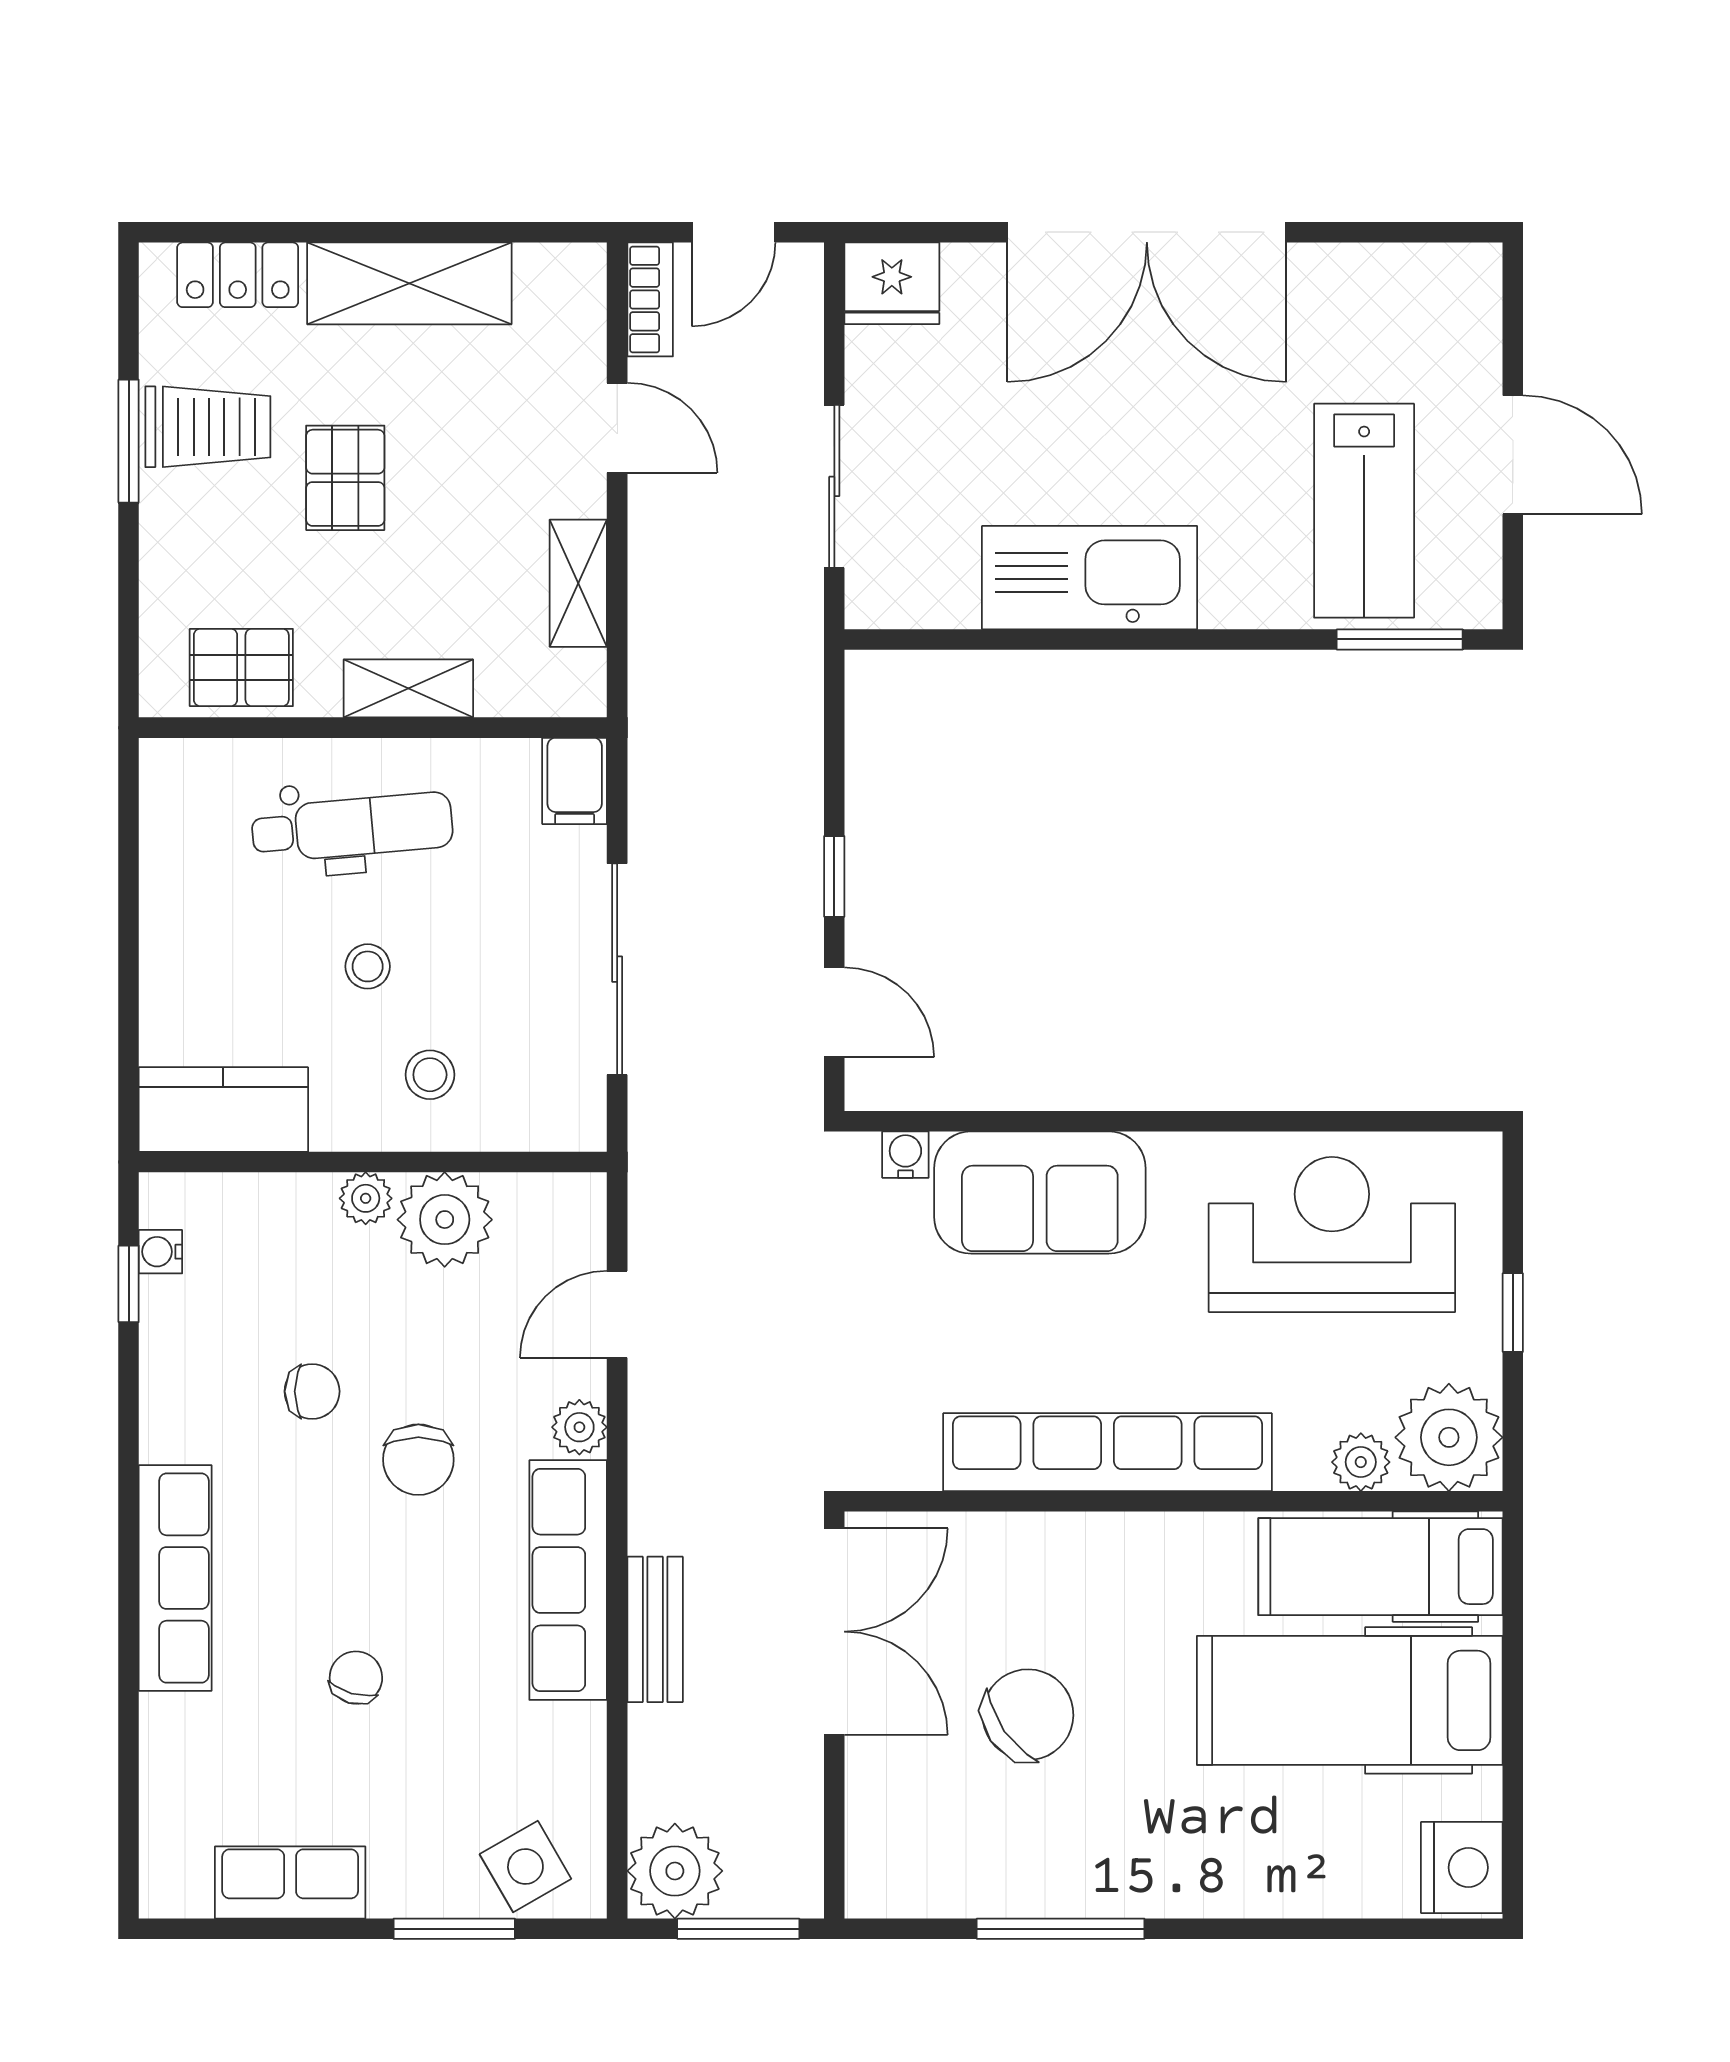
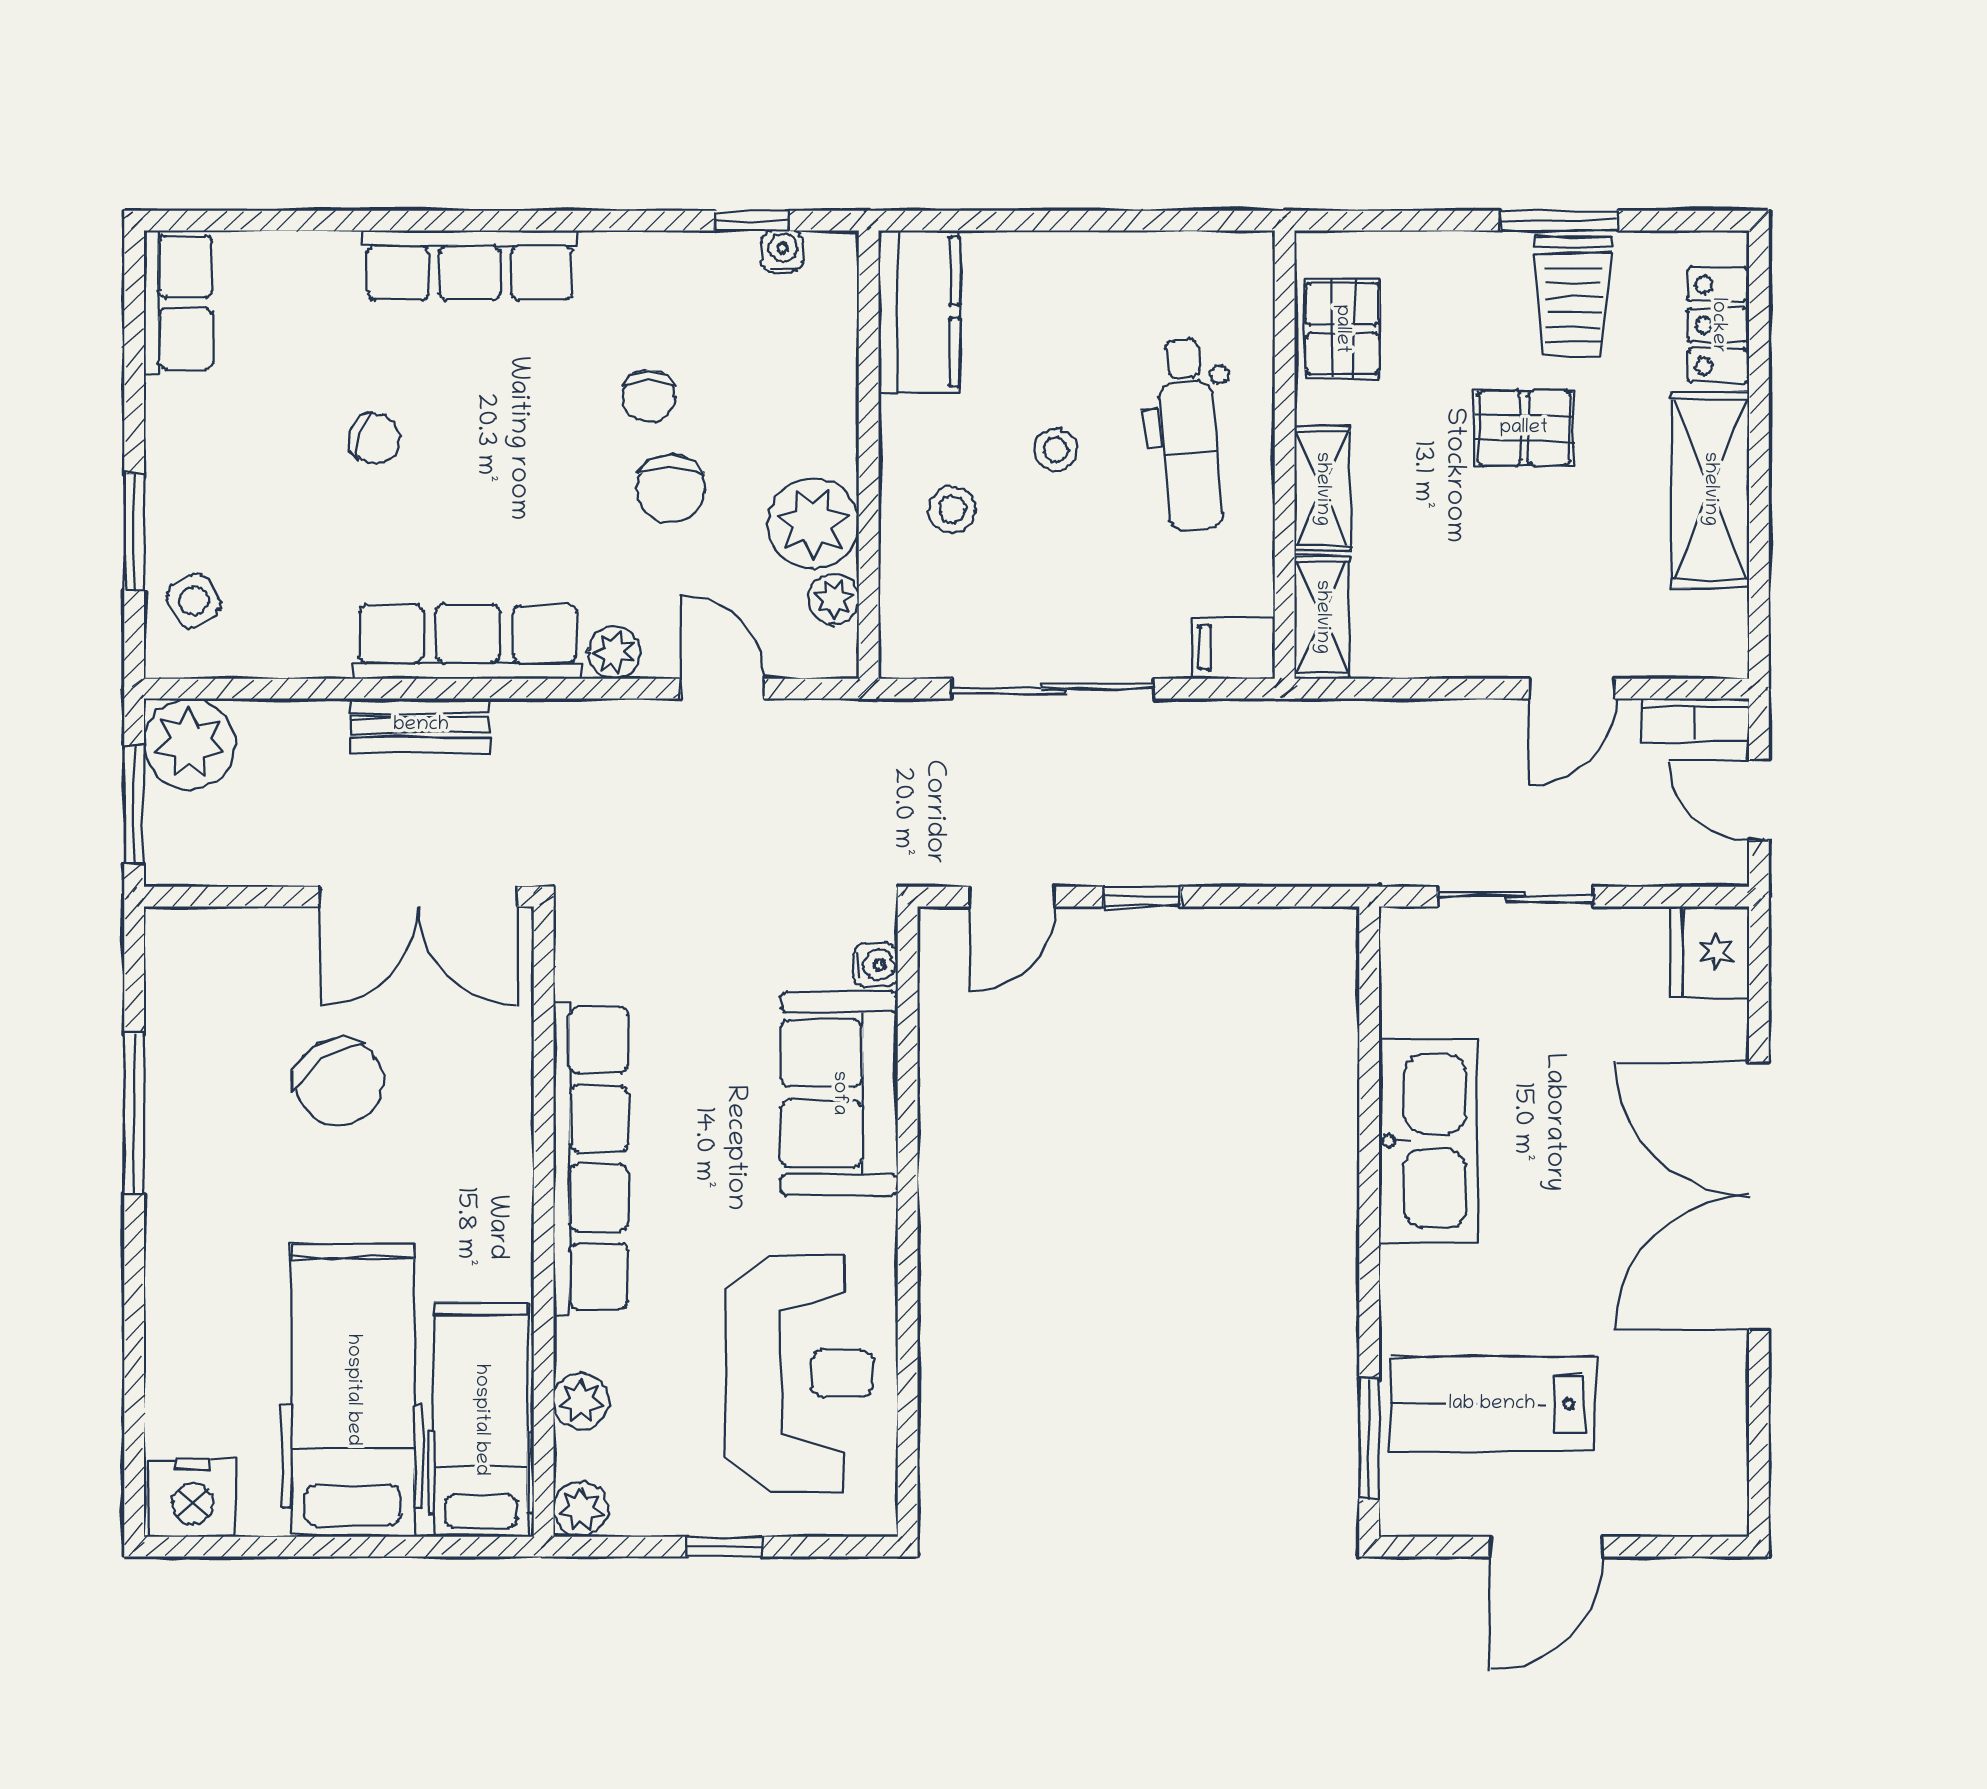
shelving: (578, 583) -> (1322, 617), moved, turned 90
plant: (366, 1198) -> (834, 599), moved
plant: (1449, 1437) -> (581, 1509), width x0.53, depth x0.53
chair: (418, 1460) -> (671, 488), moved, turned -90
side table: (525, 1867) -> (194, 601), width x0.73, depth x0.73
row of seats: (290, 1883) -> (178, 302), moved

